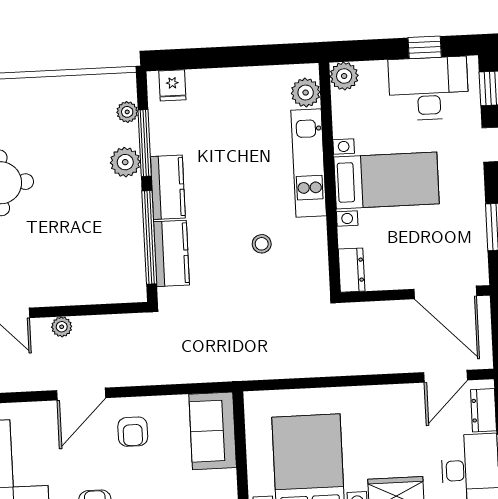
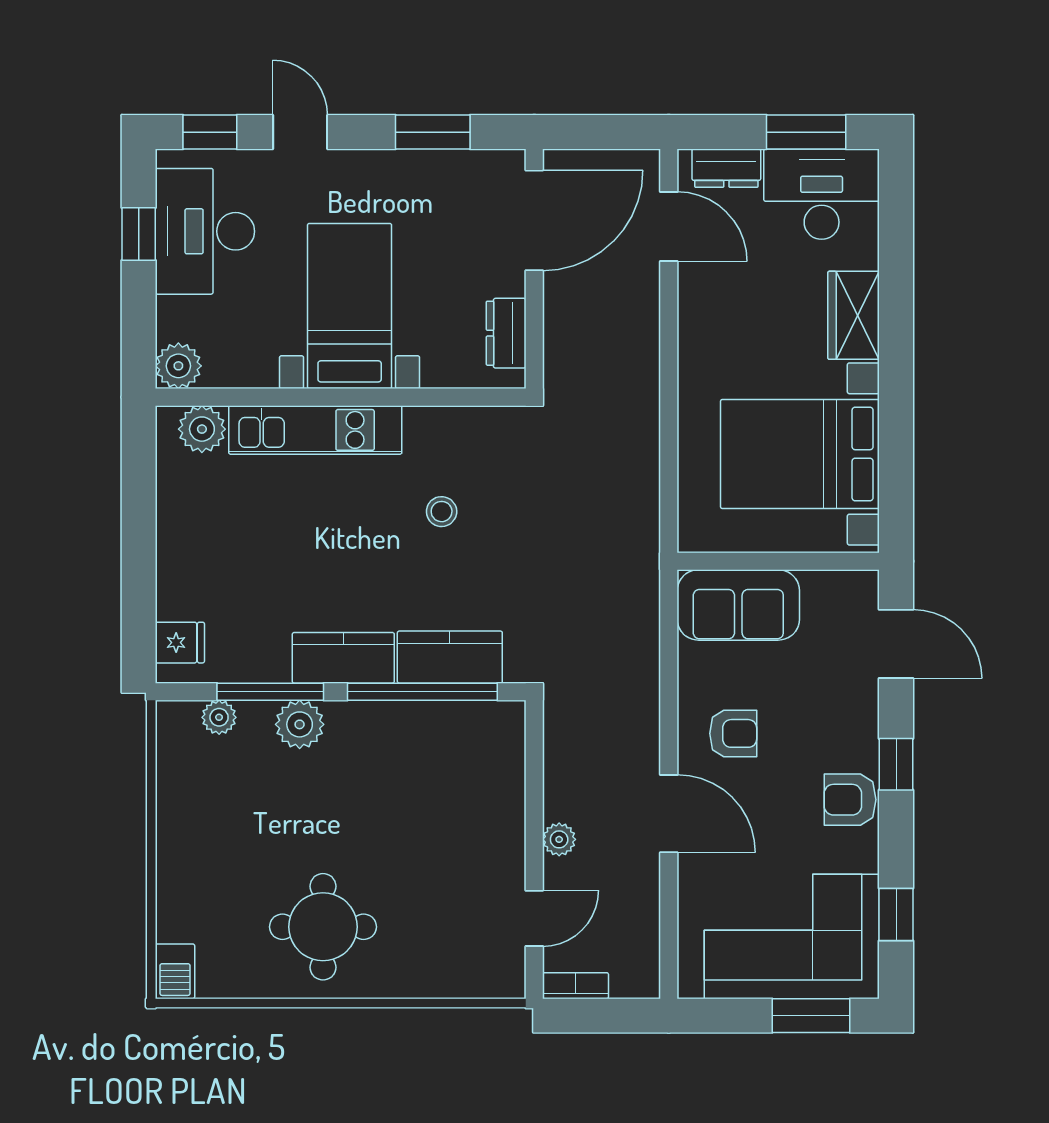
dresser: (352, 270) -> (506, 333), moved, turned -90

